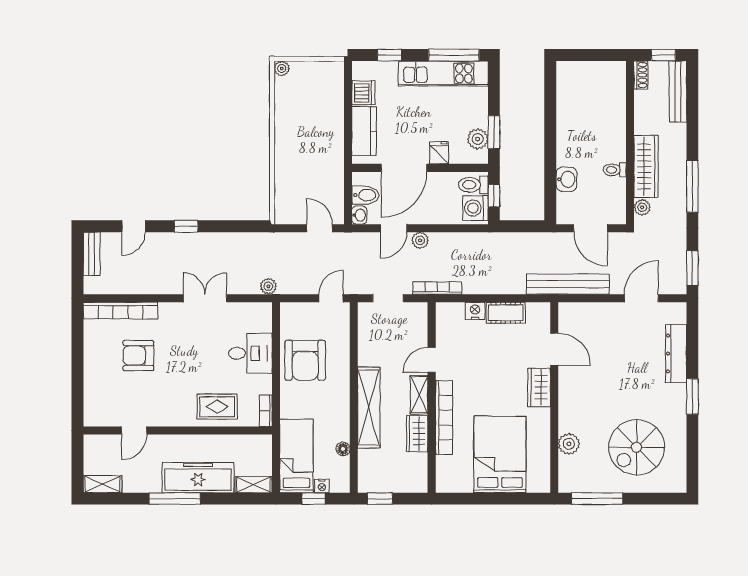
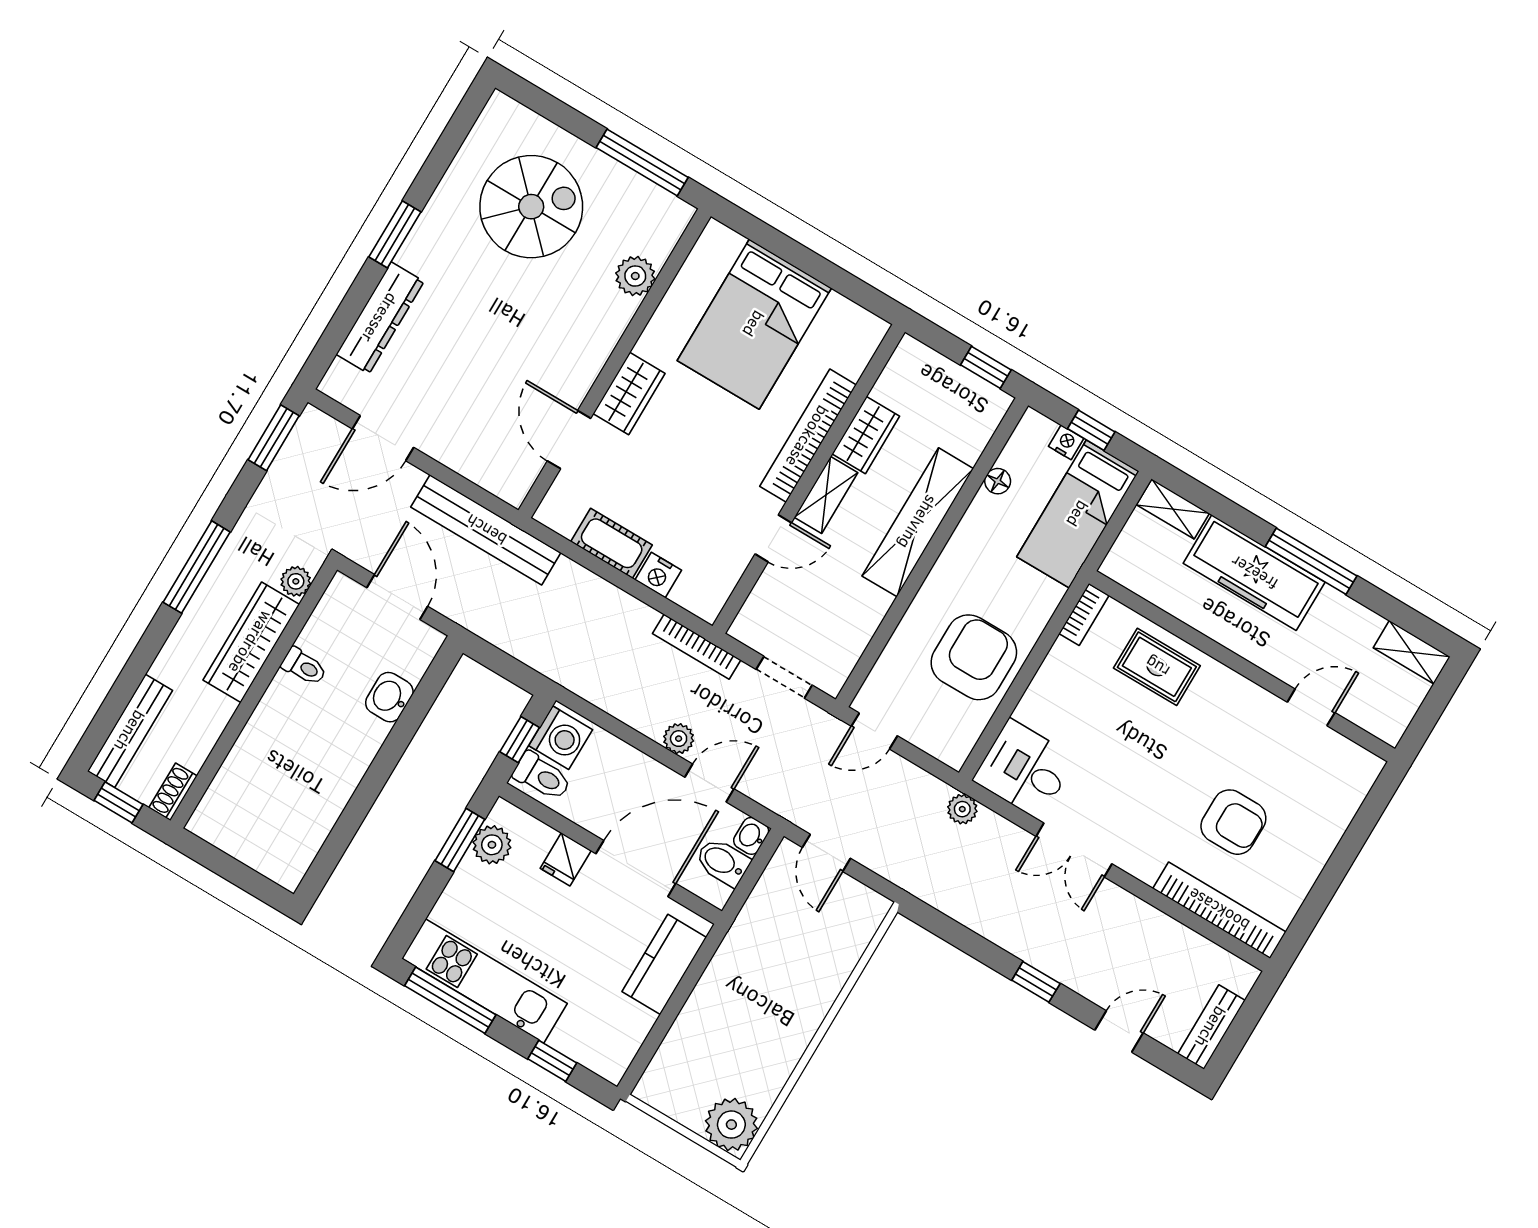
plant: (282, 68) -> (731, 1125), width x1.87, depth x1.87
dishwasher: (363, 93) -> (629, 1026), removed
desk: (250, 353) -> (1025, 769), moved

